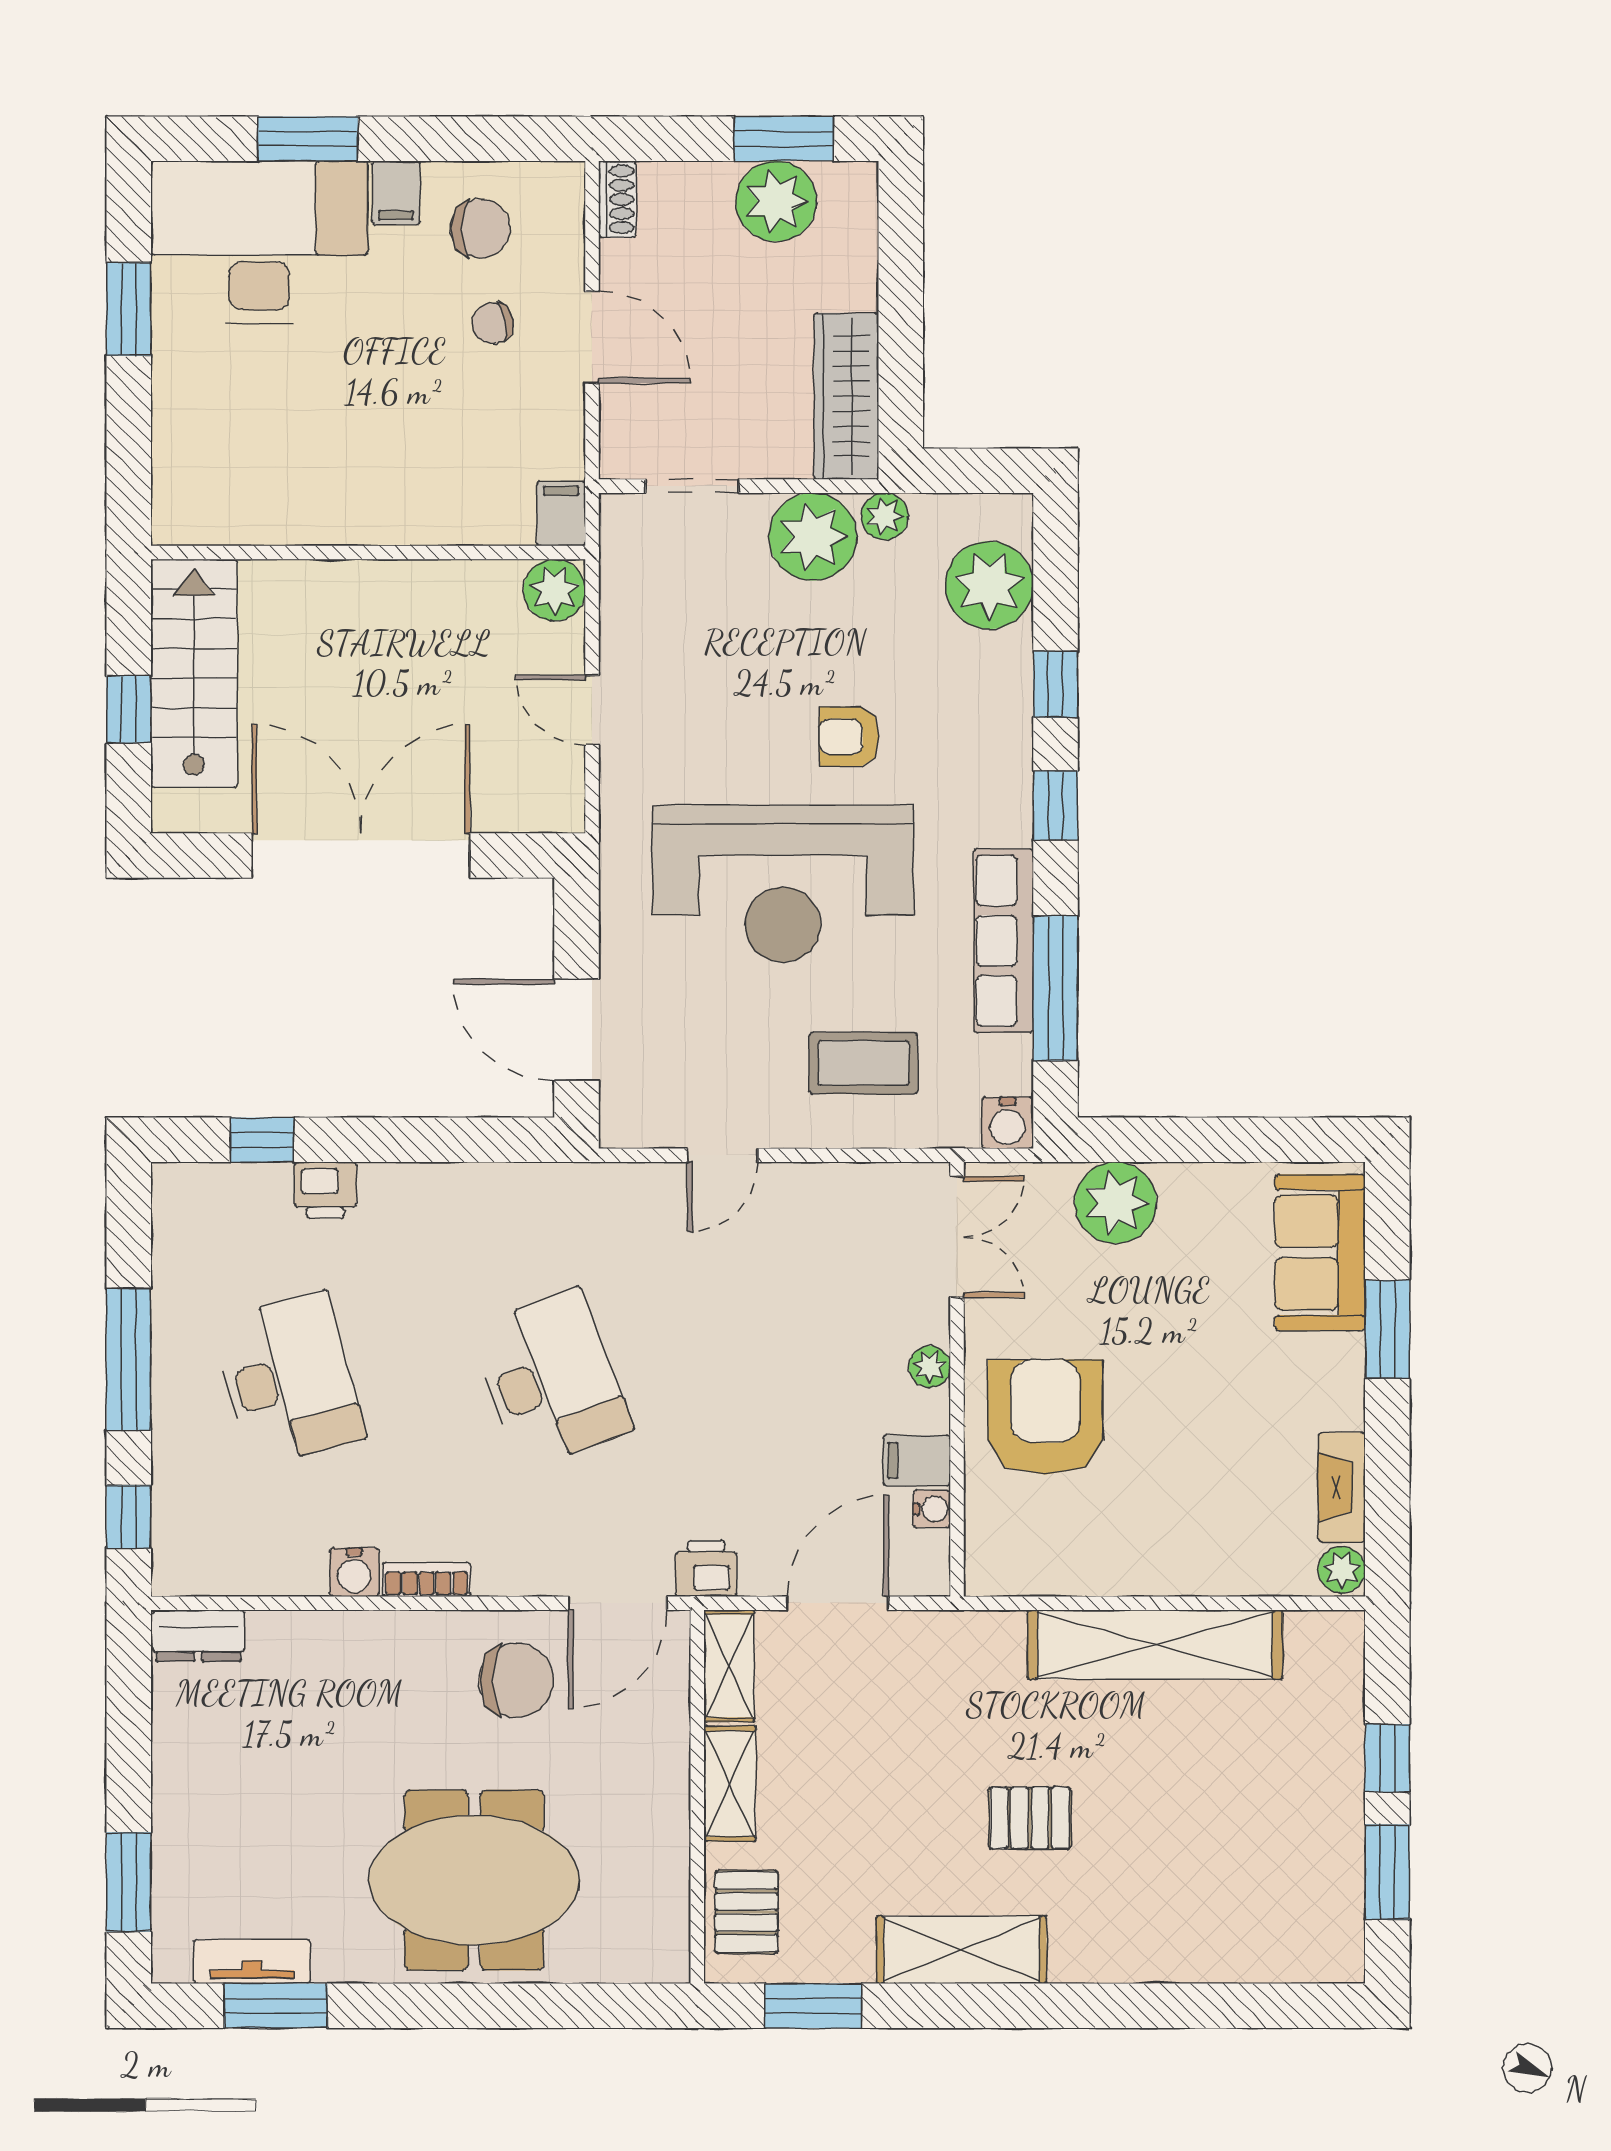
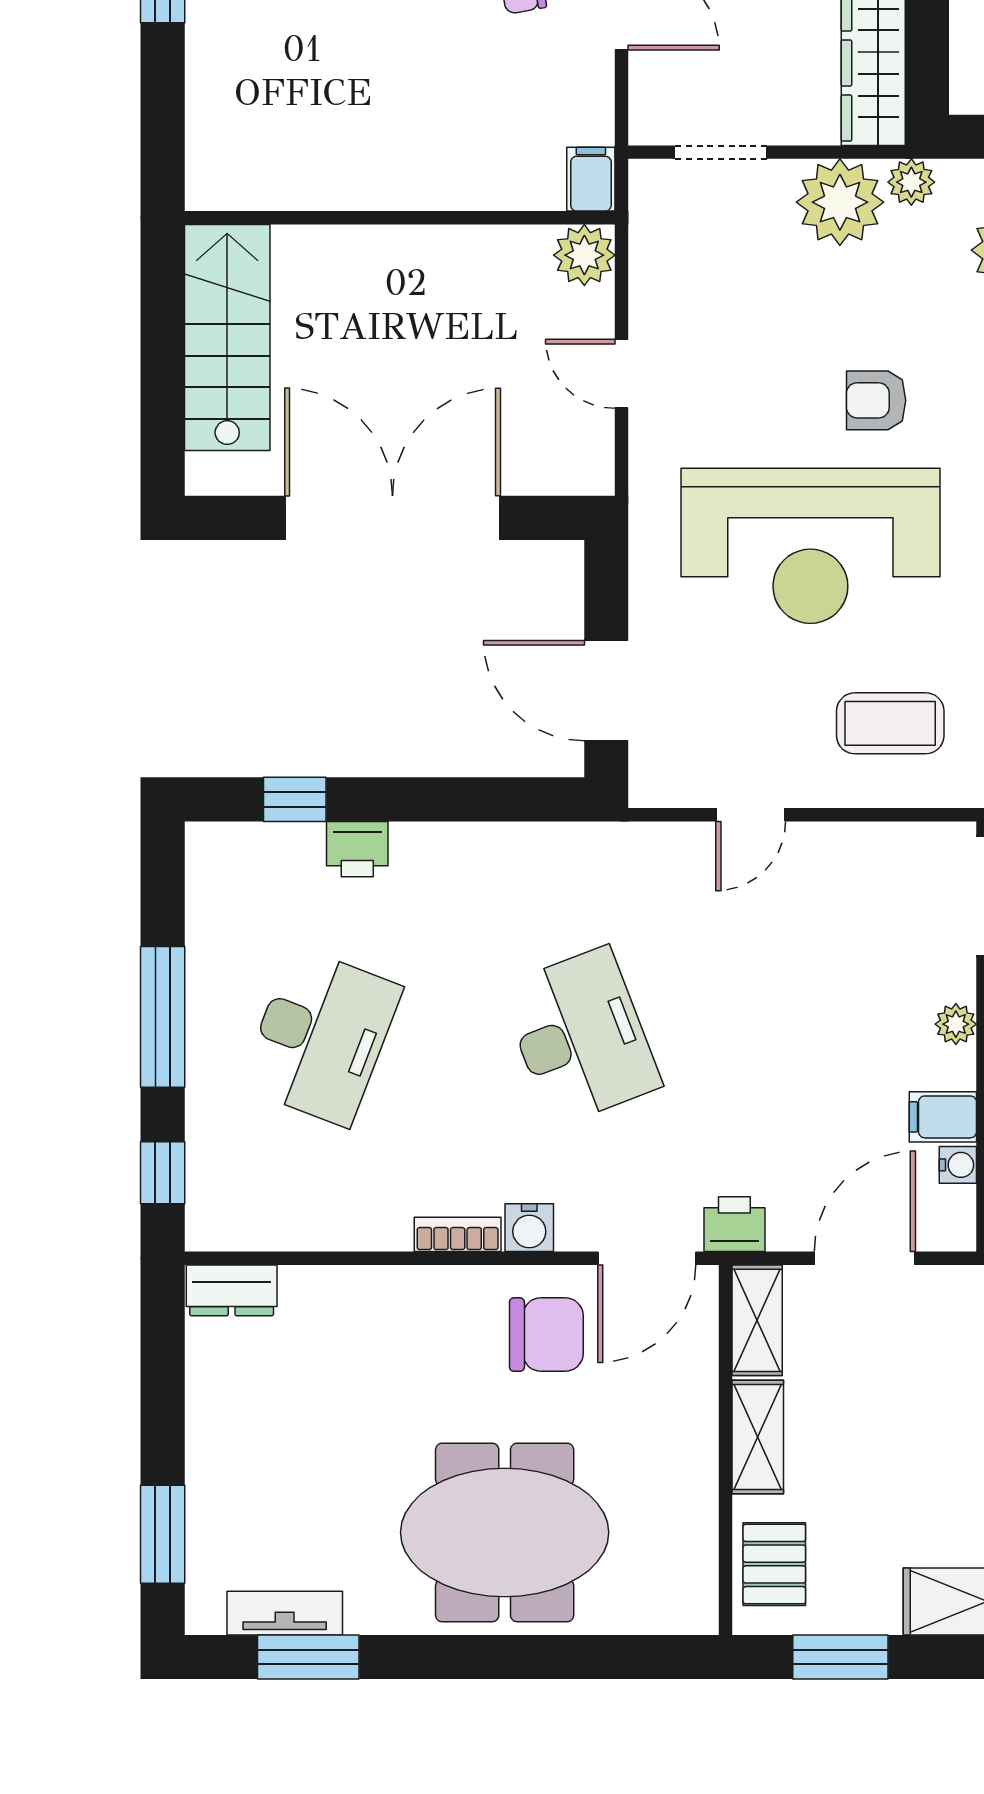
window: (129, 709) -> (163, 373), removed
desk: (289, 1379) -> (321, 1036), turned 36
water cooler: (354, 1572) -> (529, 1228), moved

